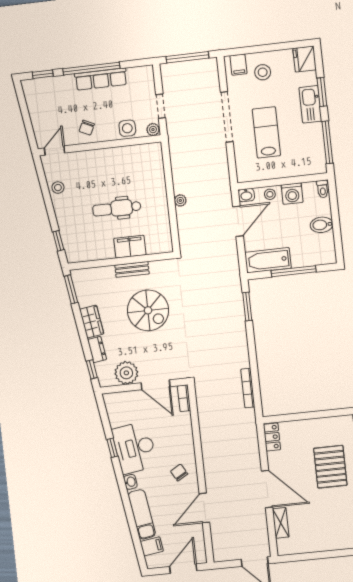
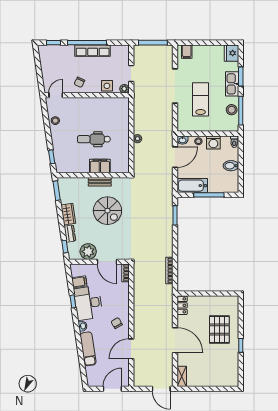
stool: (263, 72) -> (232, 110), moved
shelving: (281, 523) -> (182, 376), moved
filing cabinet: (152, 546) -> (79, 282), moved

